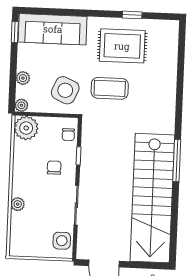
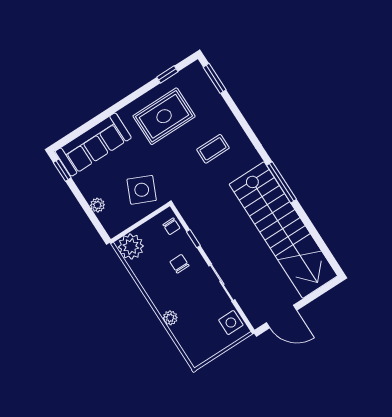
window: (132, 15) -> (167, 74), moved
window: (182, 44) -> (215, 78), added
coffee table: (110, 88) -> (213, 149), moved, width x0.73, depth x0.77
plant: (21, 105) -> (113, 230), removed

